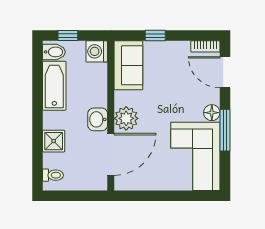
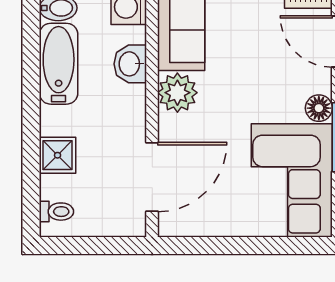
plant: (126, 118) -> (177, 93), moved
washbasin: (98, 119) -> (130, 64), moved

